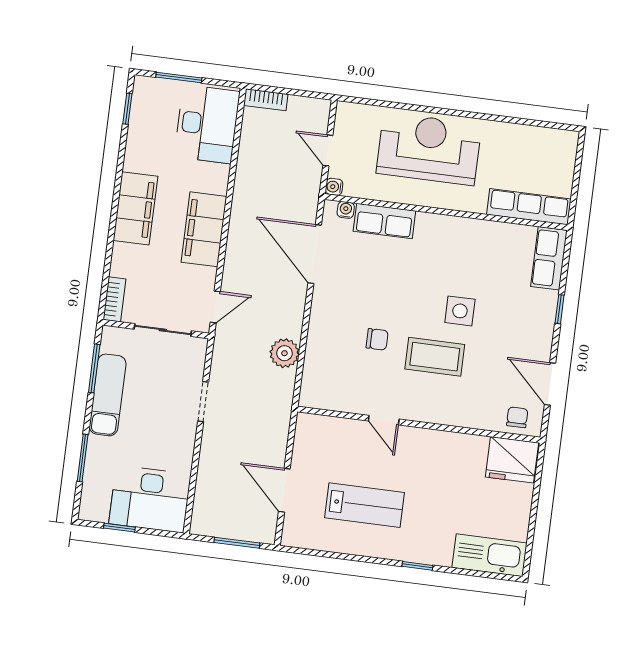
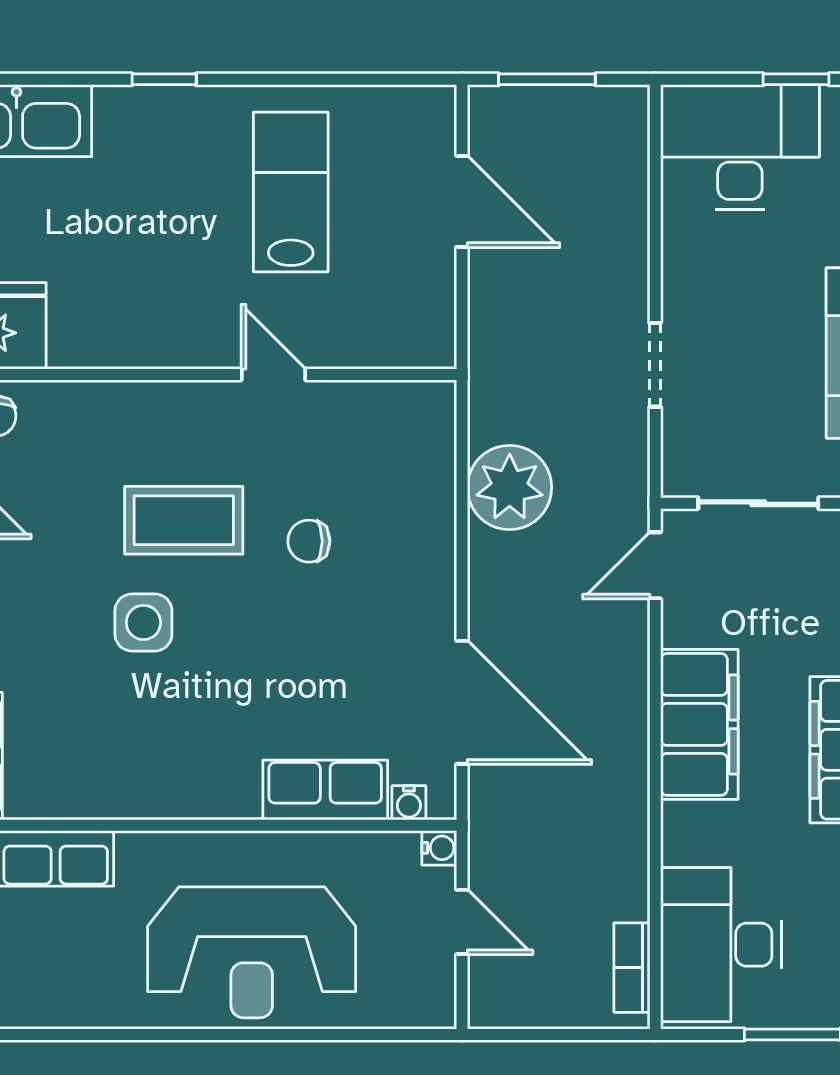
bookcase: (266, 100) -> (632, 968), moved, turned -90
plant: (284, 353) -> (510, 487), width x1.36, depth x1.36
lab bench: (365, 505) -> (291, 192), turned 90

